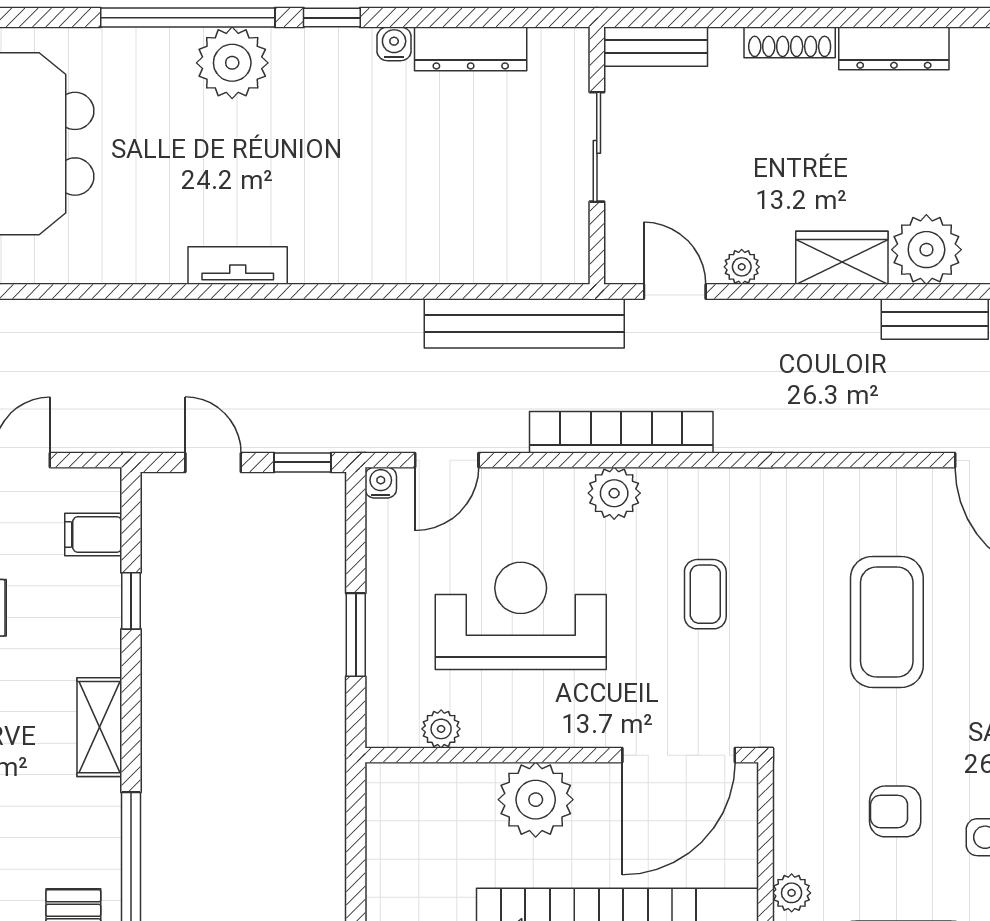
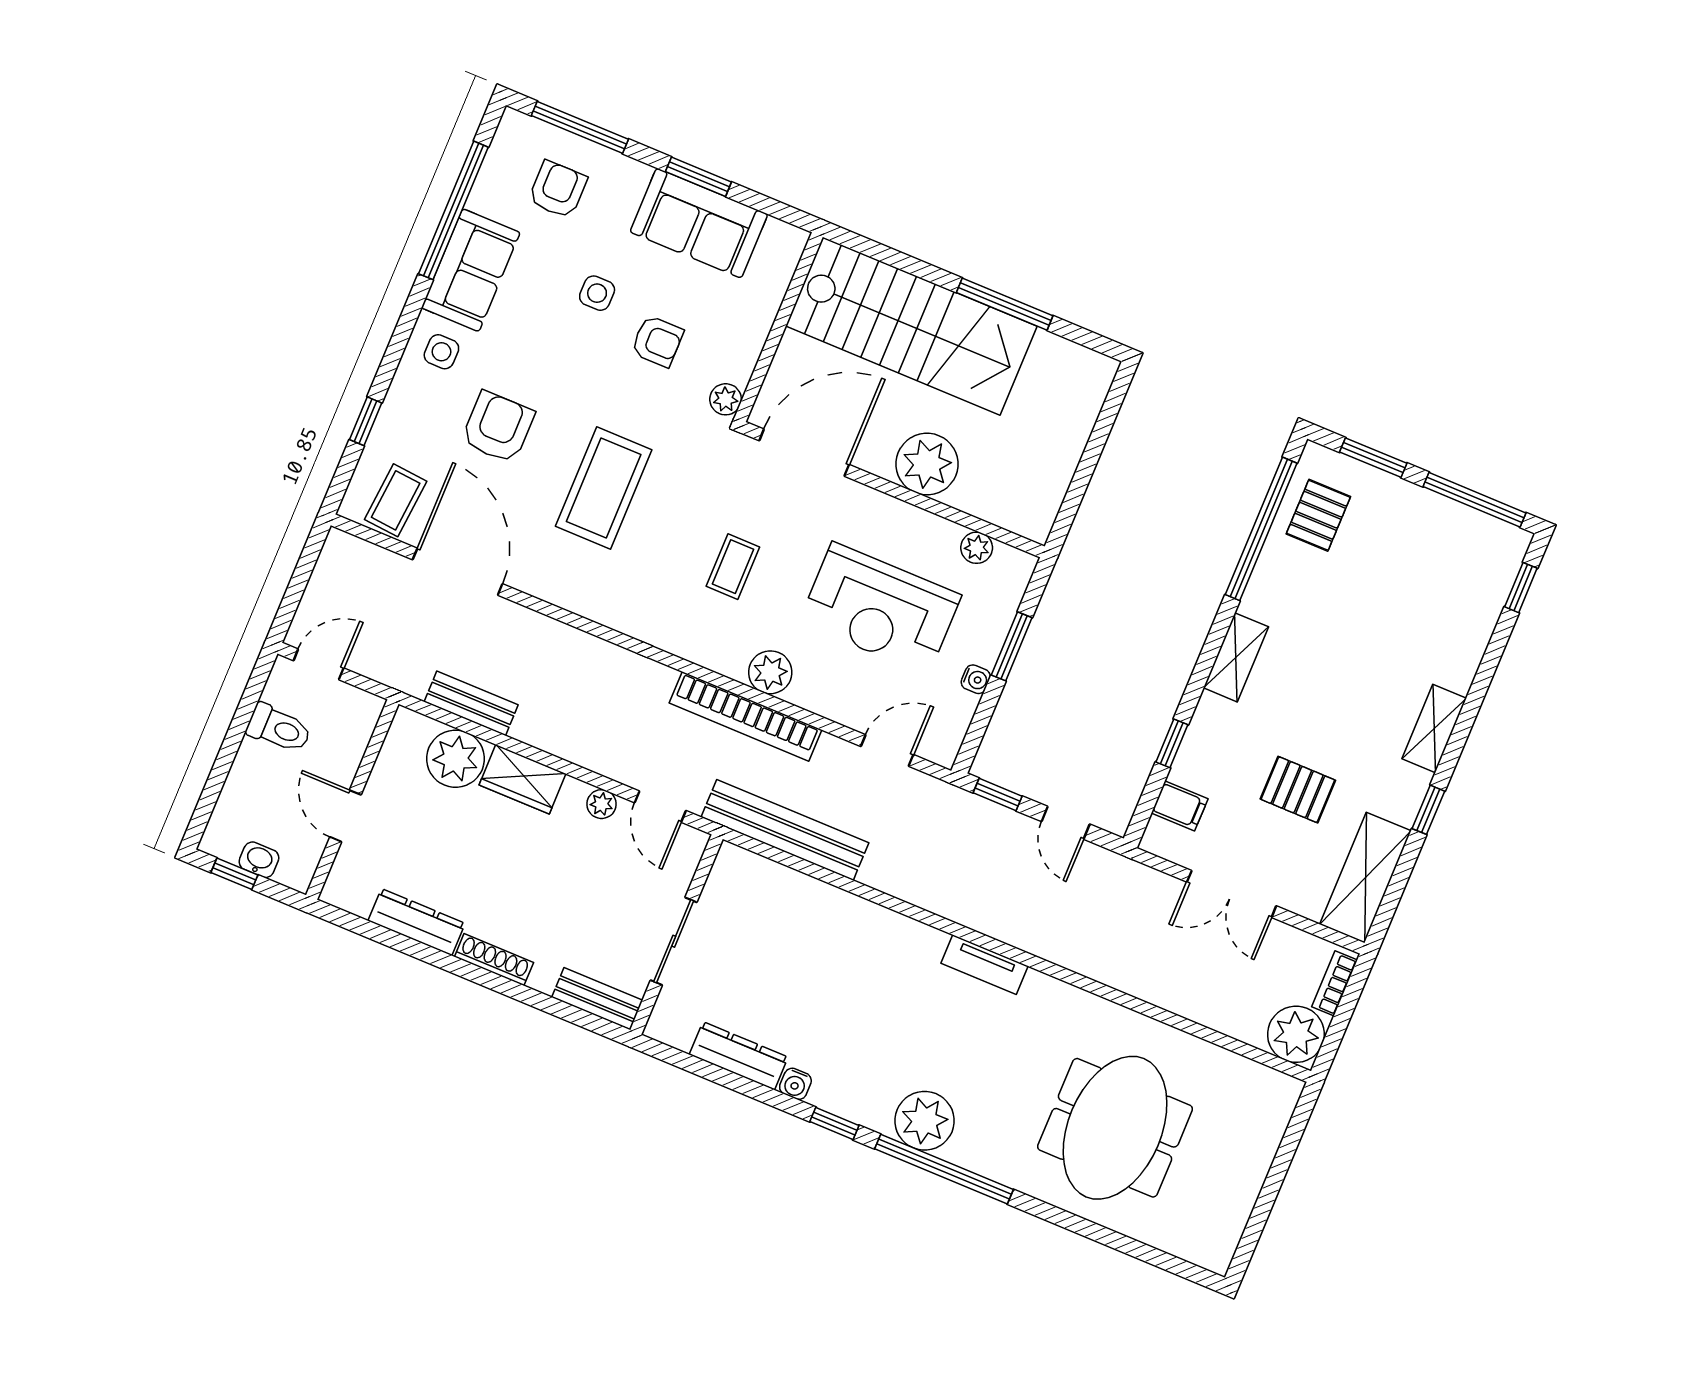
water cooler: (381, 483) -> (976, 679), moved, turned -90
plant: (792, 893) -> (726, 399), moved

